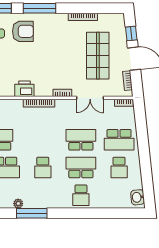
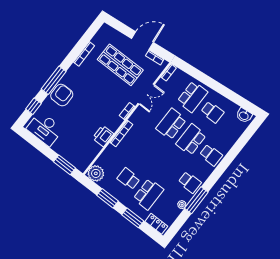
armchair: (23, 31) -> (62, 95), moved
window: (131, 34) -> (123, 29), removed
school desk: (43, 168) -> (190, 182), moved

